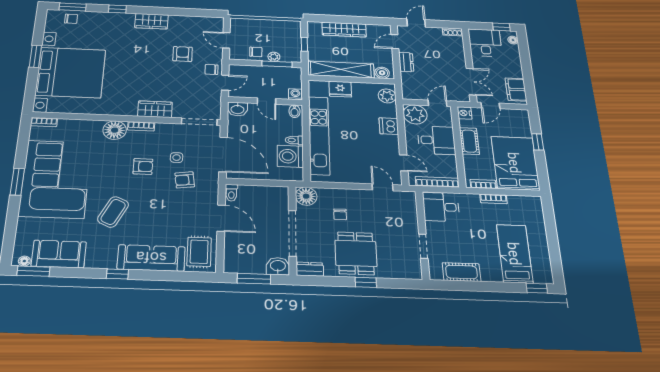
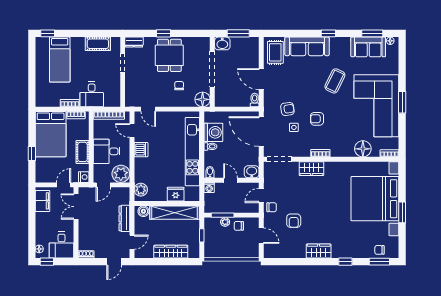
dresser: (406, 62) -> (124, 218), width x1.44
dishwasher: (389, 126) -> (141, 150), moved
floor lamp: (115, 130) -> (363, 149), moved
desk: (441, 207) -> (92, 94), moved, turned 90
dresser: (310, 269) -> (134, 42), moved
window: (33, 271) -> (372, 33), moved

